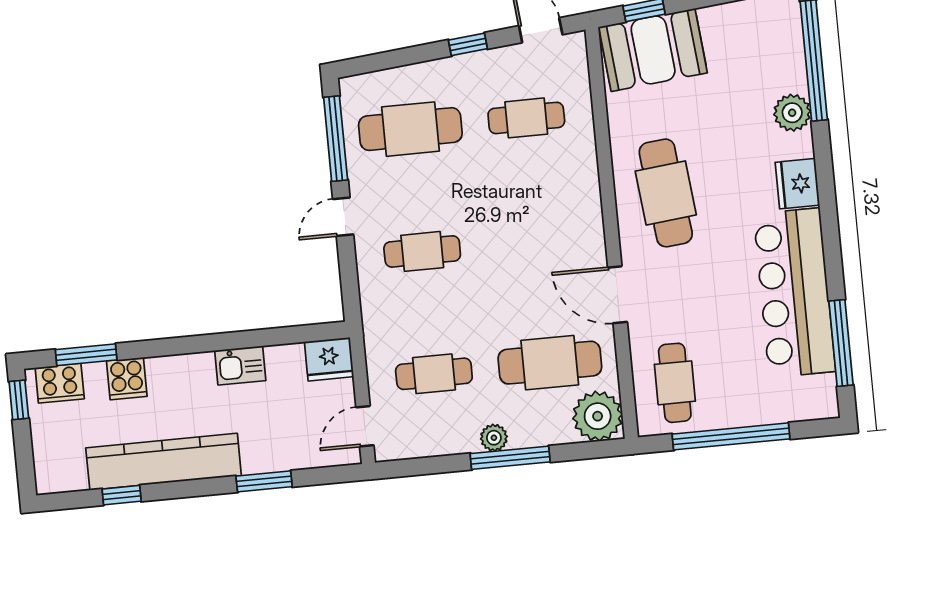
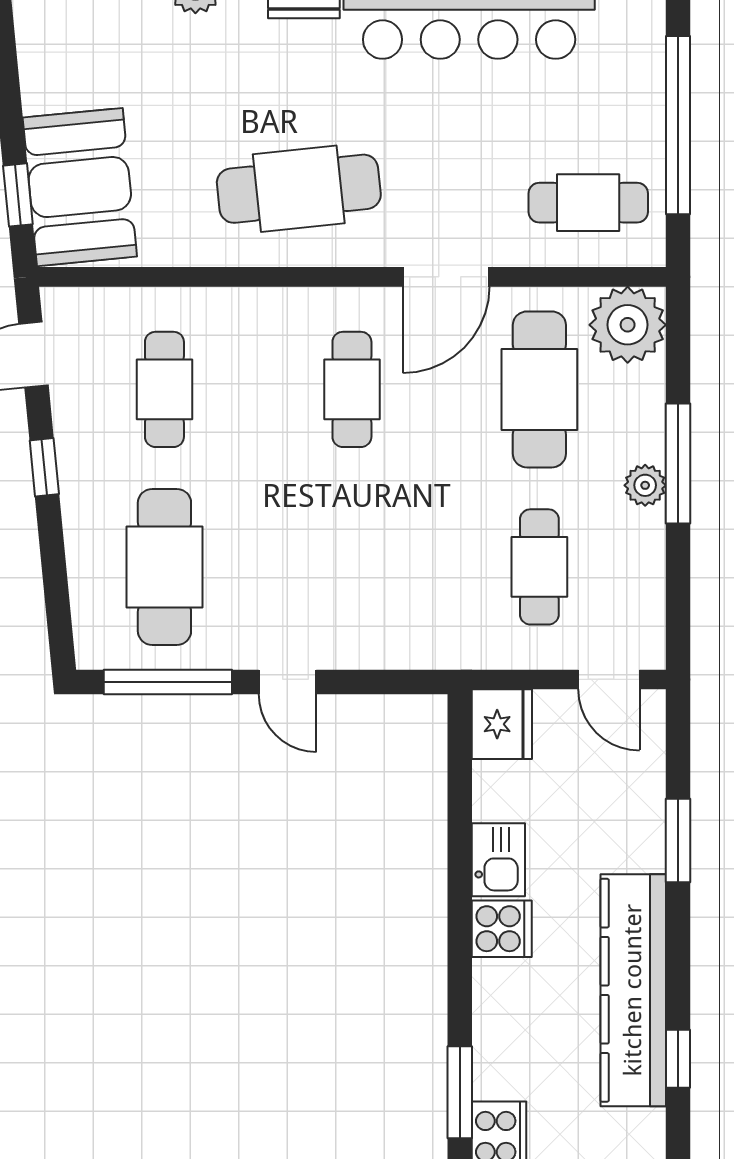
cafe table: (422, 251) -> (352, 389), moved
cooker: (127, 379) -> (502, 929), moved

